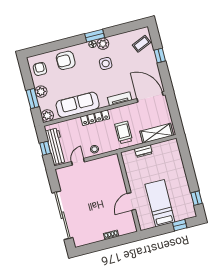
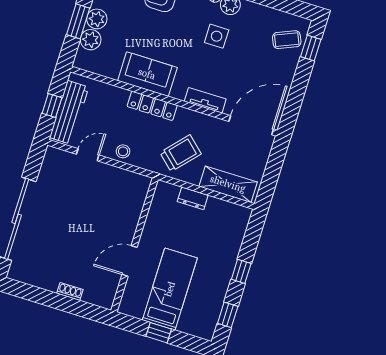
window: (160, 56) -> (311, 48), moved
door: (150, 97) -> (251, 125), hinge flipped
sofa: (78, 105) -> (147, 74), width x0.73
plant: (47, 116) -> (91, 40), moved
trolley: (124, 132) -> (181, 153), turned 42
window: (190, 173) -> (241, 271), added
window: (180, 225) -> (159, 333), moved

